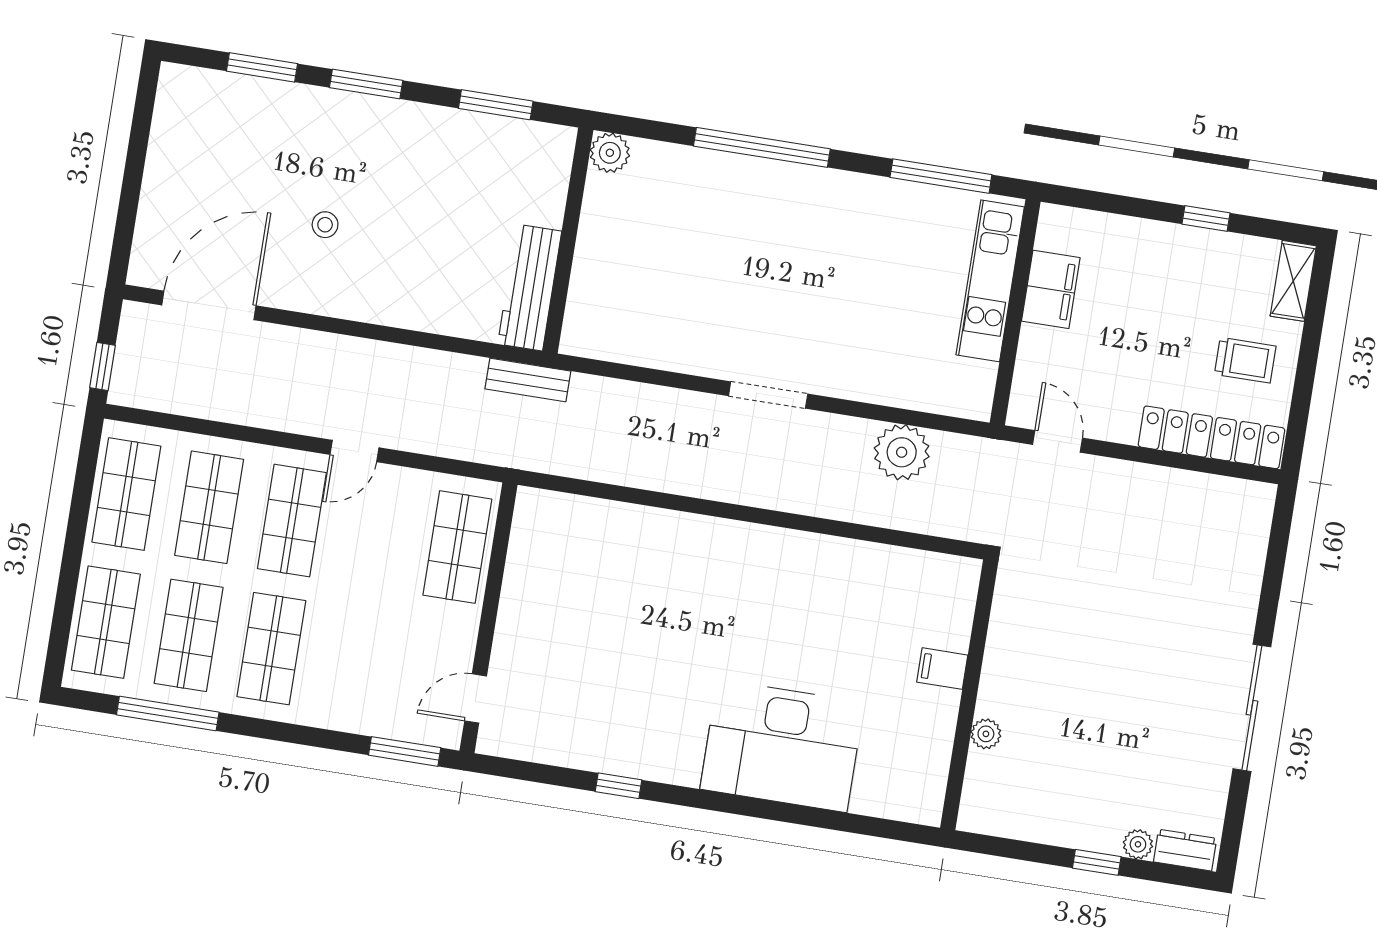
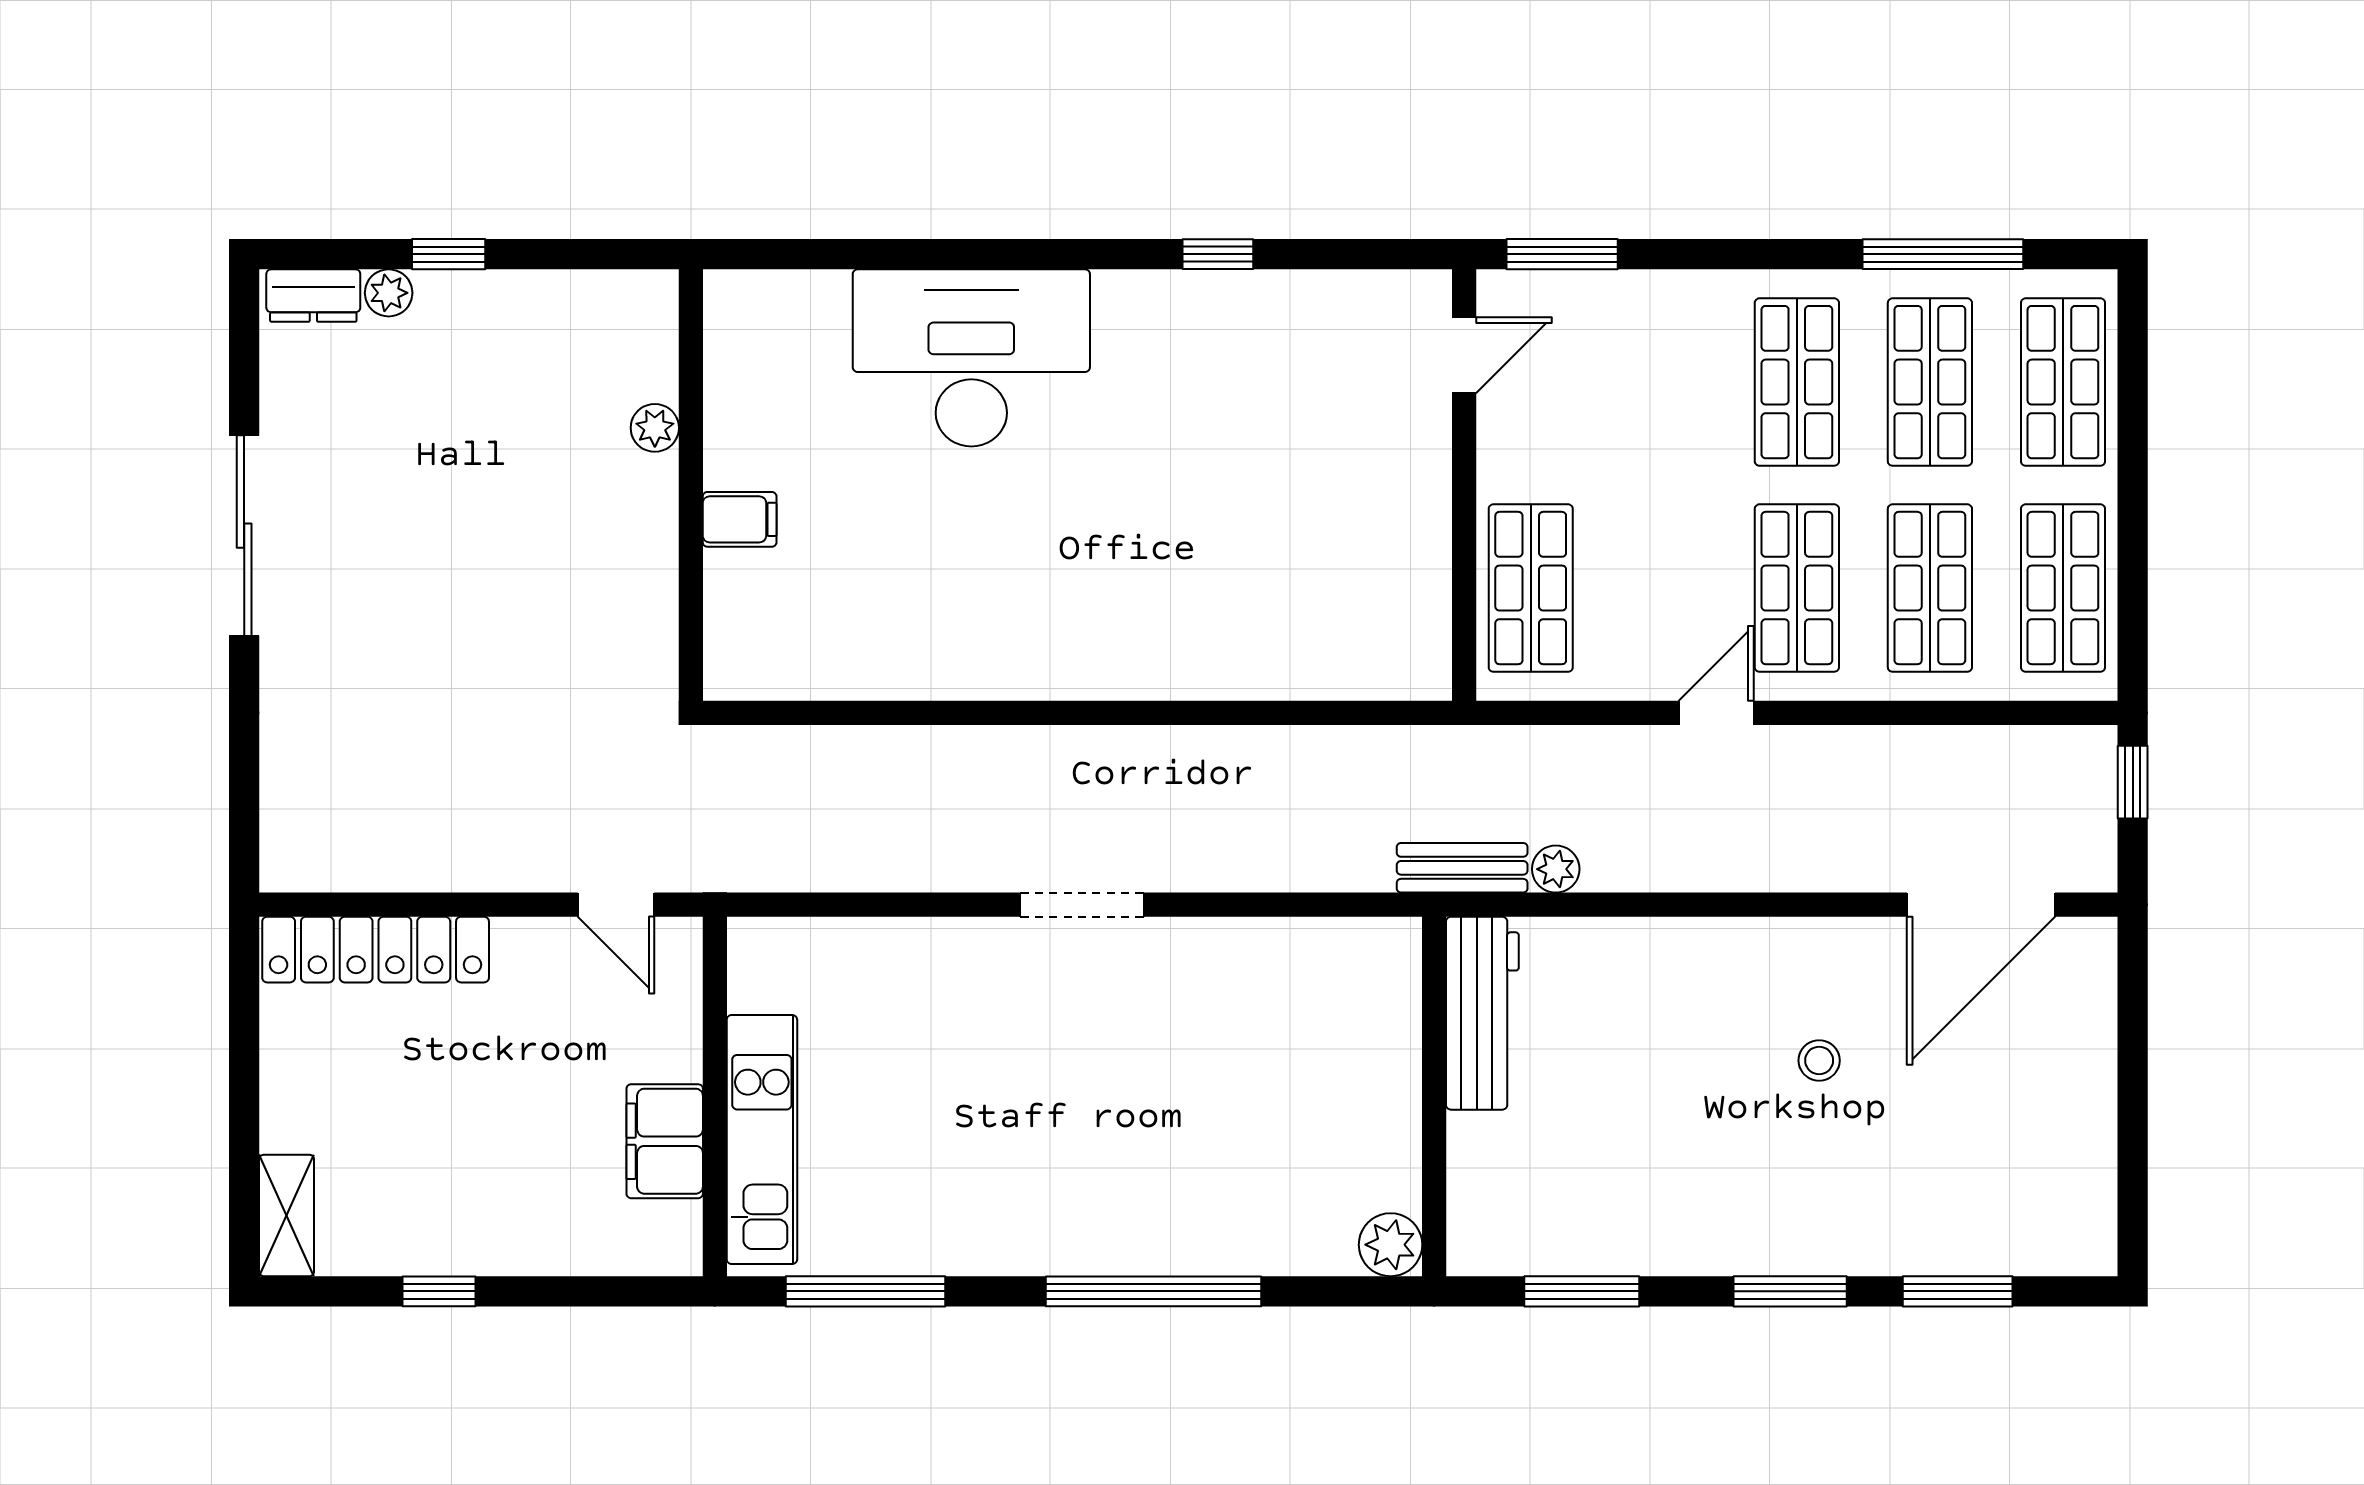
trolley: (1245, 360) -> (342, 1079), removed
plant: (902, 452) -> (1556, 869), moved, width x0.53, depth x0.53

